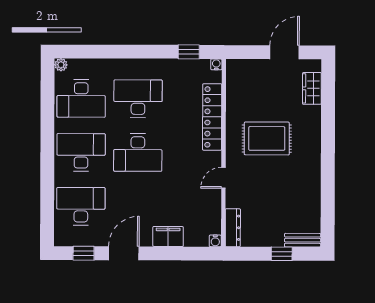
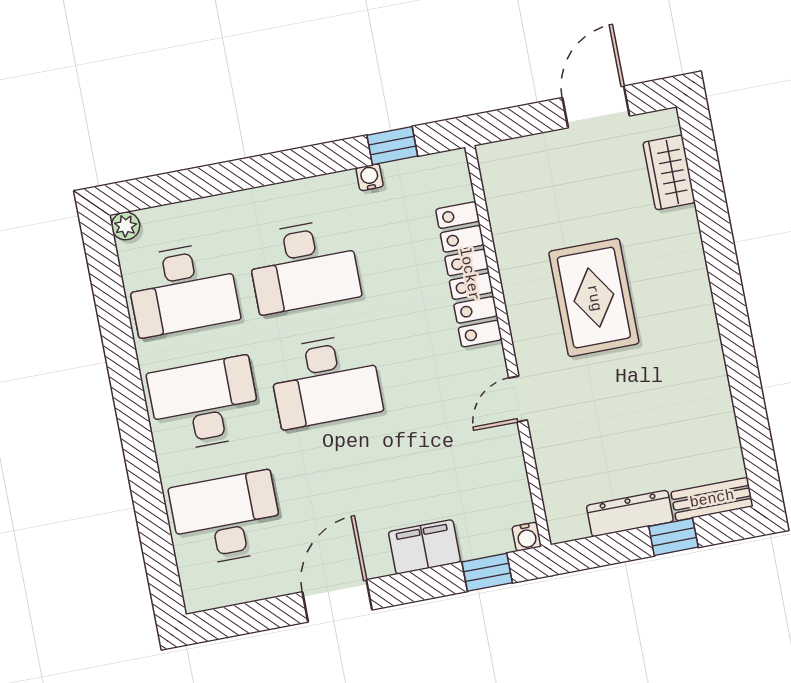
water cooler: (216, 64) -> (370, 177), moved
desk: (138, 99) -> (303, 266), turned 180
rug: (267, 138) -> (594, 298), turned 90
dresser: (233, 228) -> (630, 513), moved, turned -90
window: (84, 253) -> (487, 572), moved

